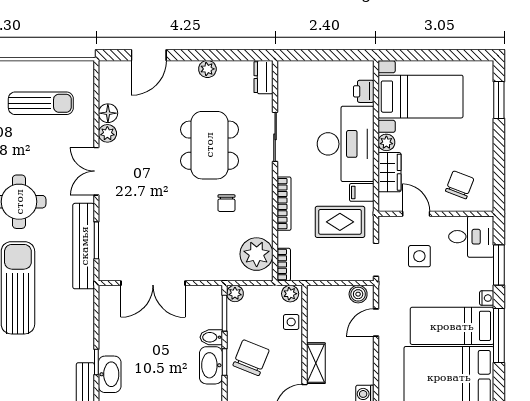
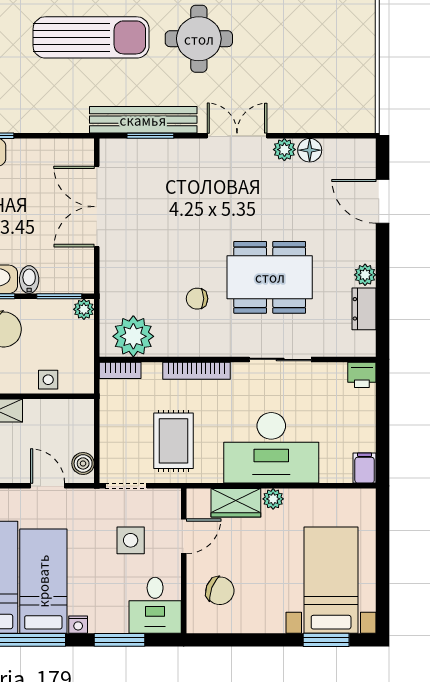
dresser: (263, 77) -> (364, 309), moved, turned -90
printer: (364, 91) -> (362, 375), moved, turned 180
bed with nightstands: (420, 97) -> (331, 580), moved, turned 180
sun lounger: (41, 103) -> (322, 66), removed
filing cabinet: (362, 192) -> (365, 468), moved
plant: (290, 294) -> (84, 378), removed

